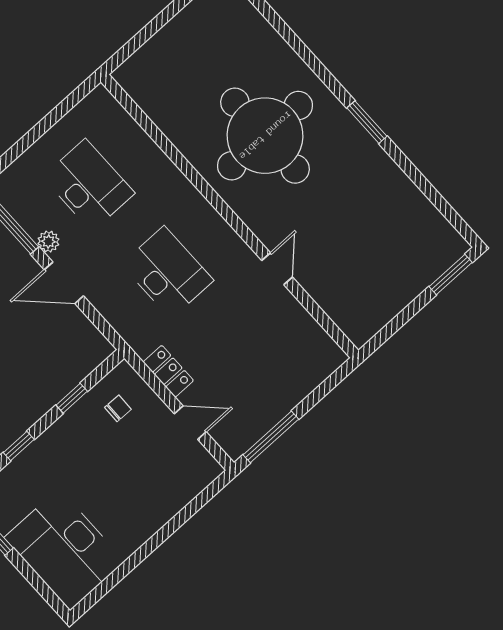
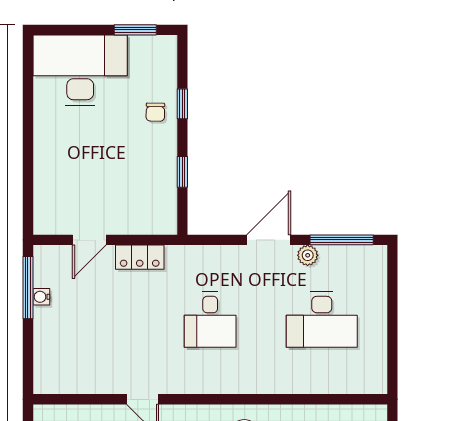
desk: (167, 272) -> (210, 320), width x0.73
chair: (118, 408) -> (155, 112), moved
water cooler: (269, 420) -> (41, 297), added

